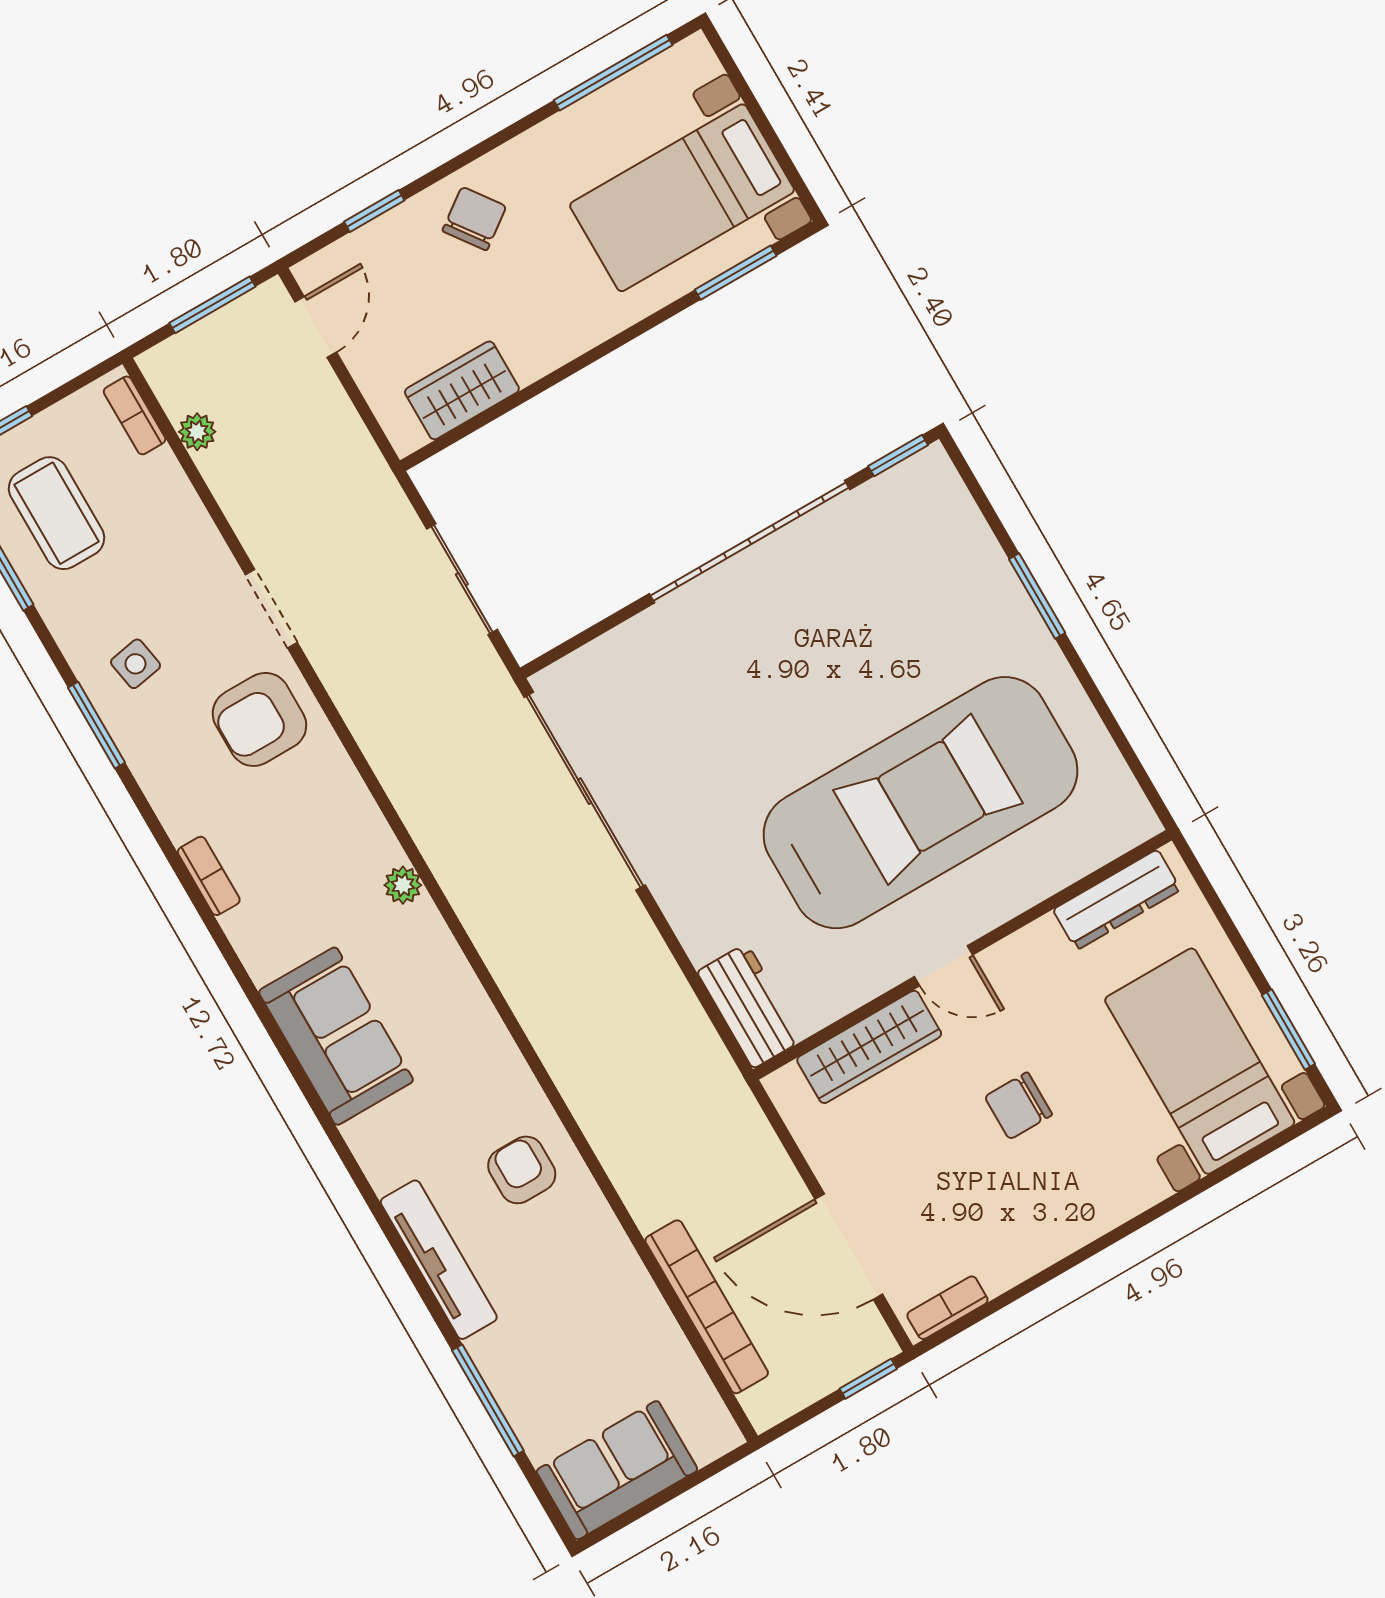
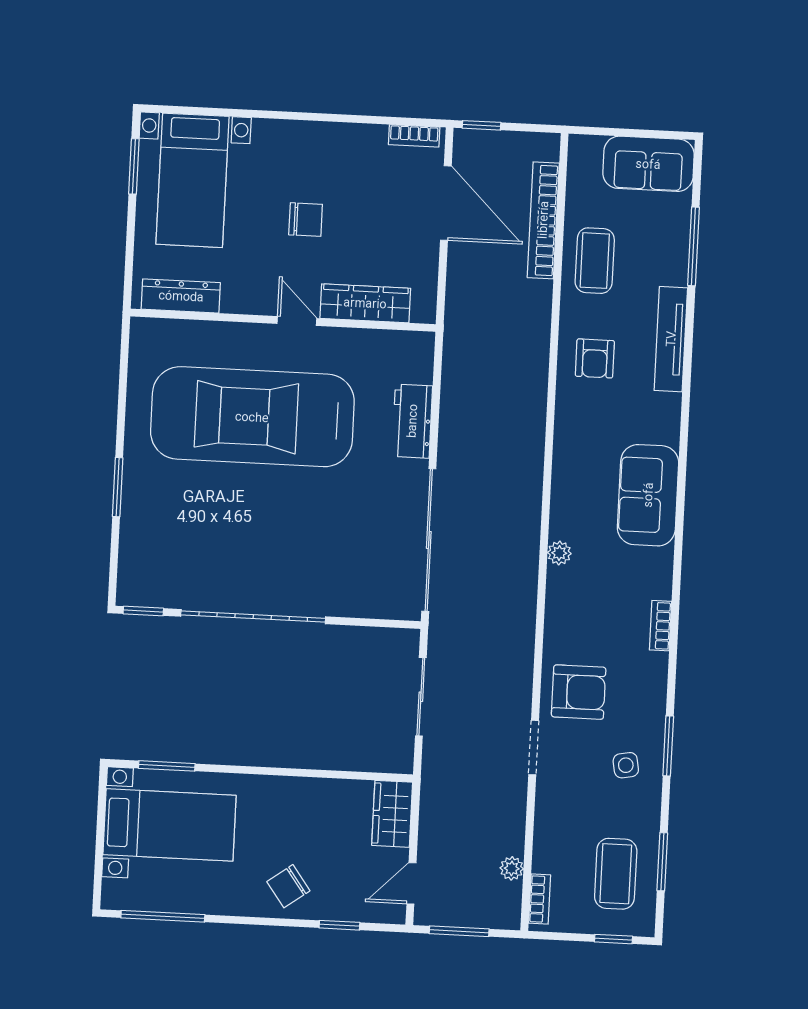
wardrobe: (462, 390) -> (392, 814), moved, turned 90
workbench: (750, 1006) -> (412, 421), moved
coffee table: (605, 1298) -> (595, 261), added

